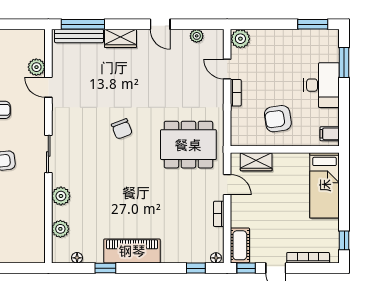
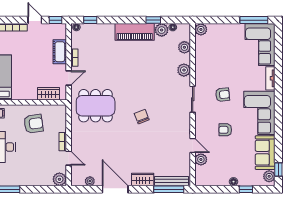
door: (160, 24) -> (115, 189), width x1.87
door: (227, 185) -> (69, 78), swing flipped
cot: (240, 245) -> (60, 52), moved
plant: (93, 254) -> (162, 30), added
plant: (36, 255) -> (201, 29), added

